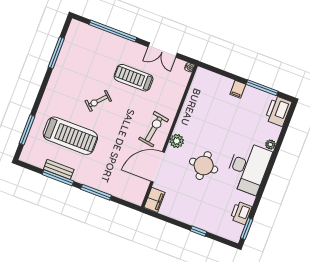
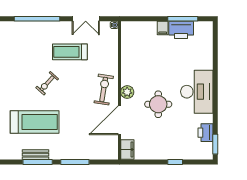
printer: (278, 111) -> (181, 30), moved, turned -90
plant: (270, 145) -> (208, 65), removed

